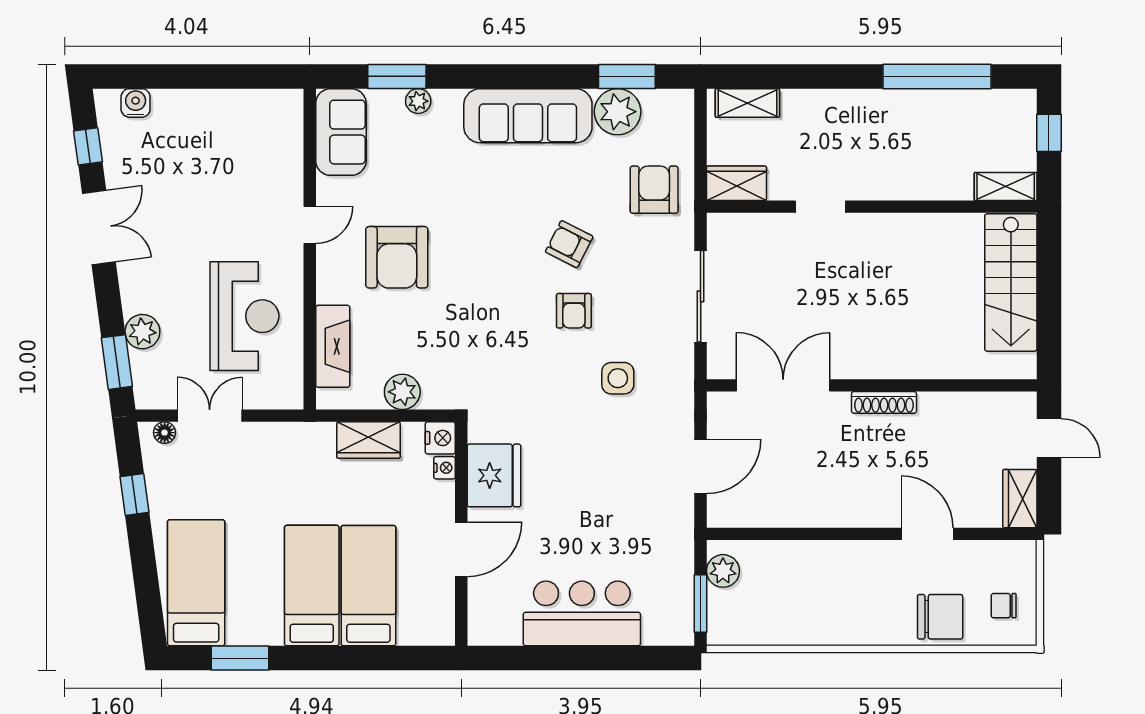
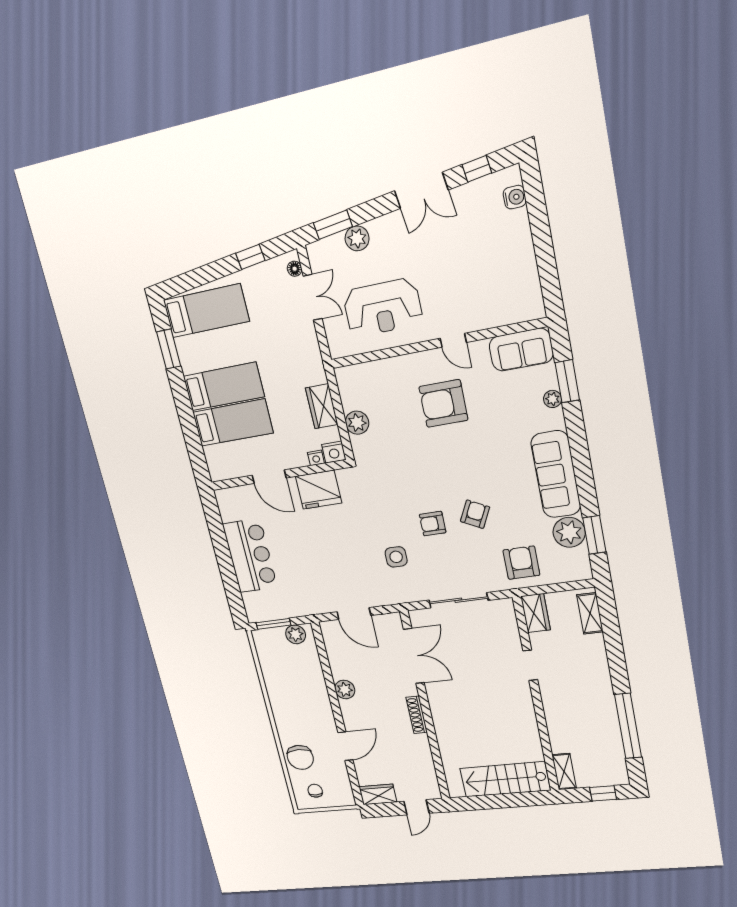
armchair: (654, 190) -> (521, 563), turned -90
fireplace: (333, 346) -> (376, 371), removed
plant: (827, 511) -> (345, 690), added

